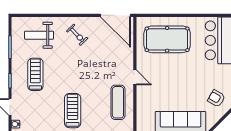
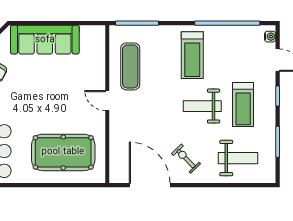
door: (115, 15) -> (150, 185), moved
weight bench: (65, 73) -> (202, 106), added

